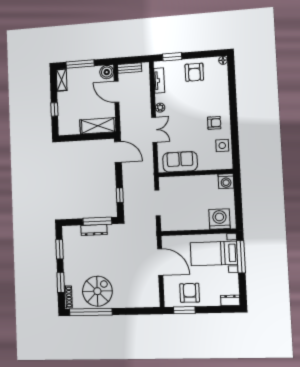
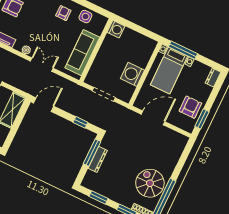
sofa: (180, 162) -> (82, 53), width x1.36
washing machine: (220, 219) -> (132, 74), moved
armchair: (190, 293) -> (190, 107), turned 90

